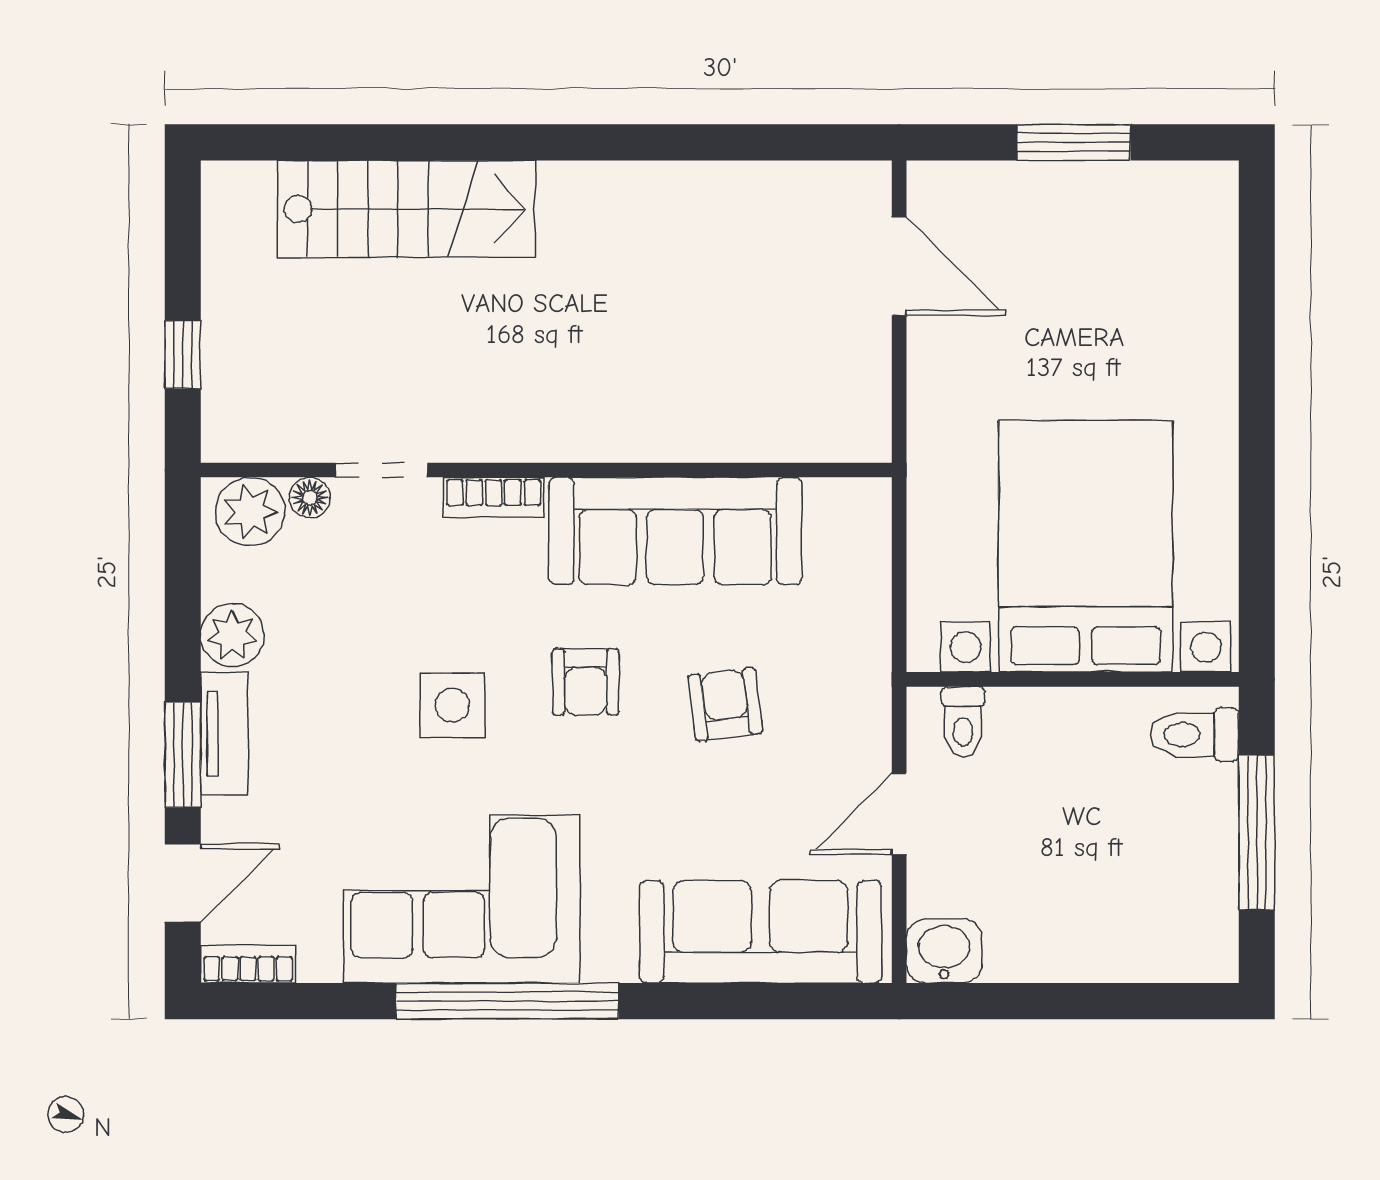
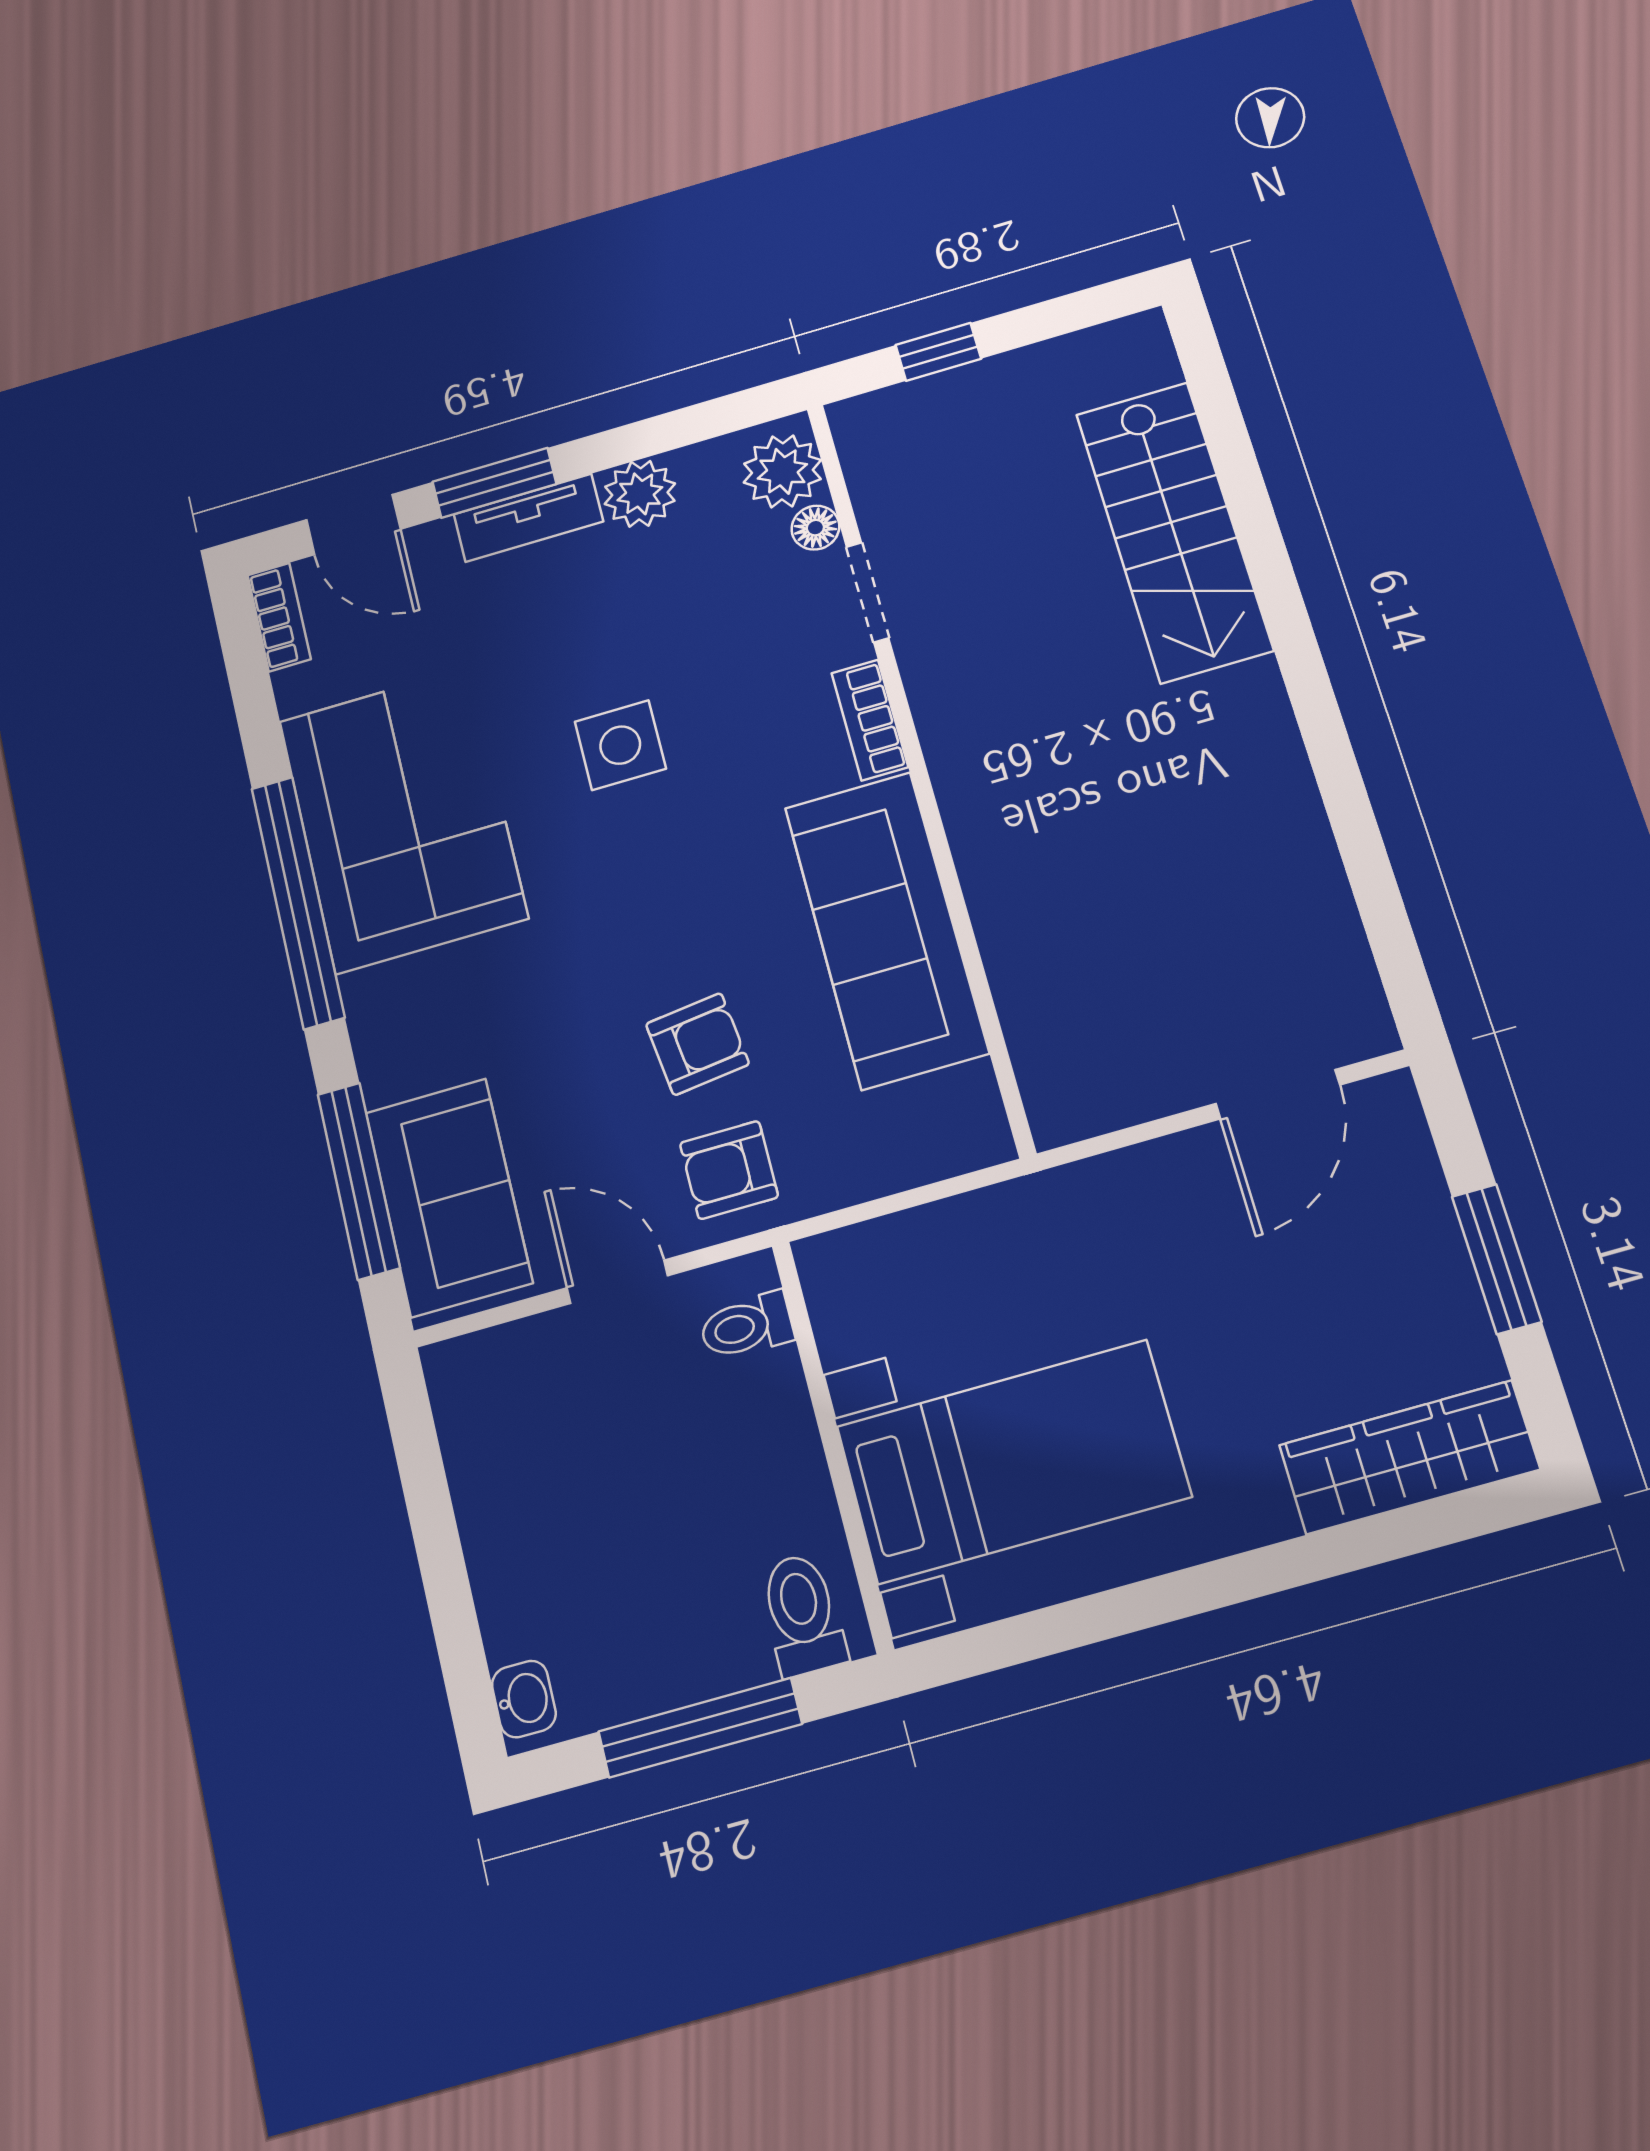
wardrobe: (1203, 253) -> (1409, 1457), added
bed with nightstands: (1086, 546) -> (1013, 1461), width x0.73
armchair: (586, 682) -> (729, 1170), moved
sofa: (760, 932) -> (449, 1197), width x0.73
washbasin: (944, 951) -> (524, 1699), moved, width x0.72, depth x0.69
window: (758, 1001) -> (359, 1181), added

